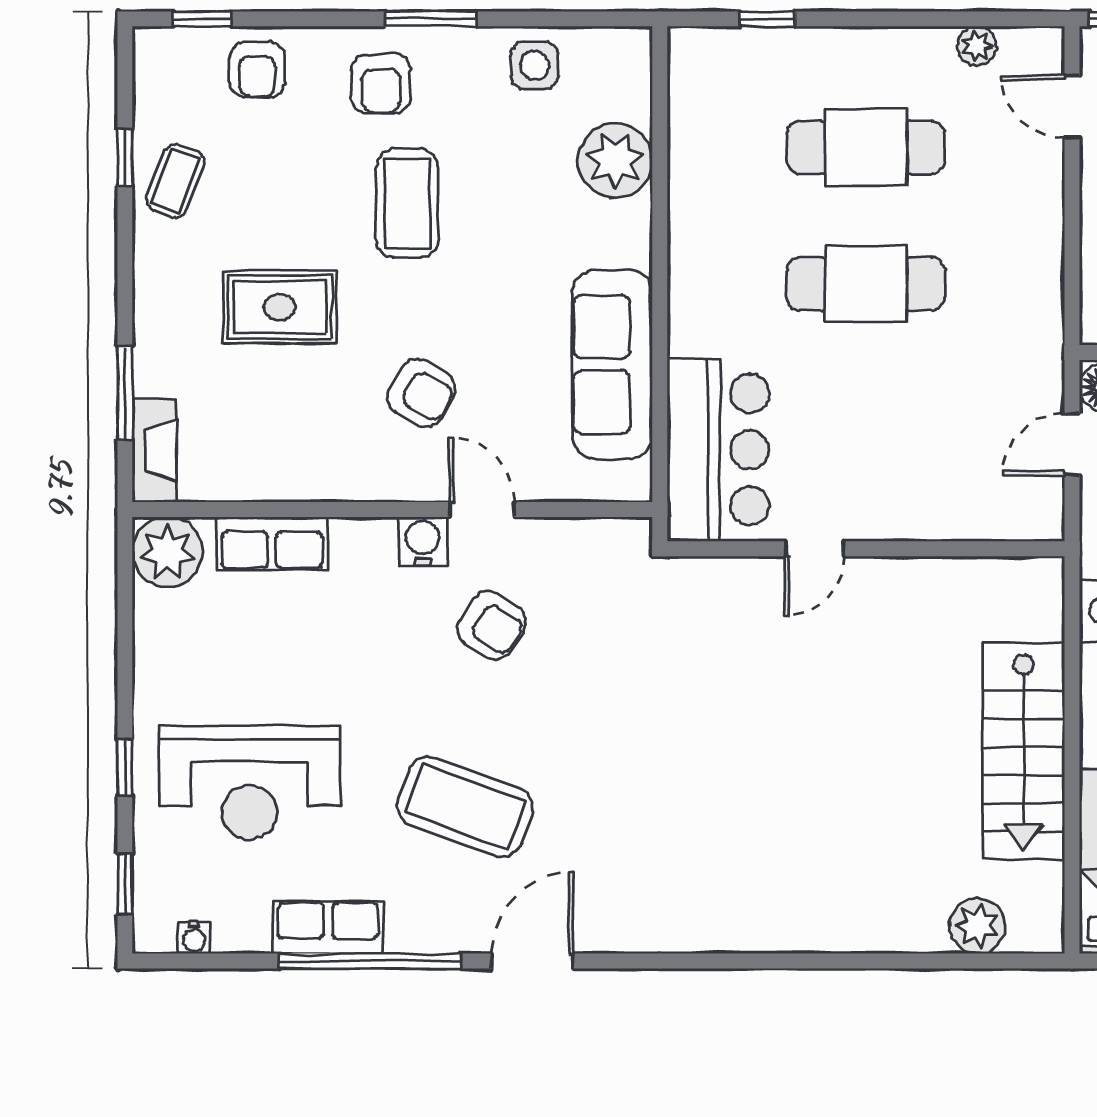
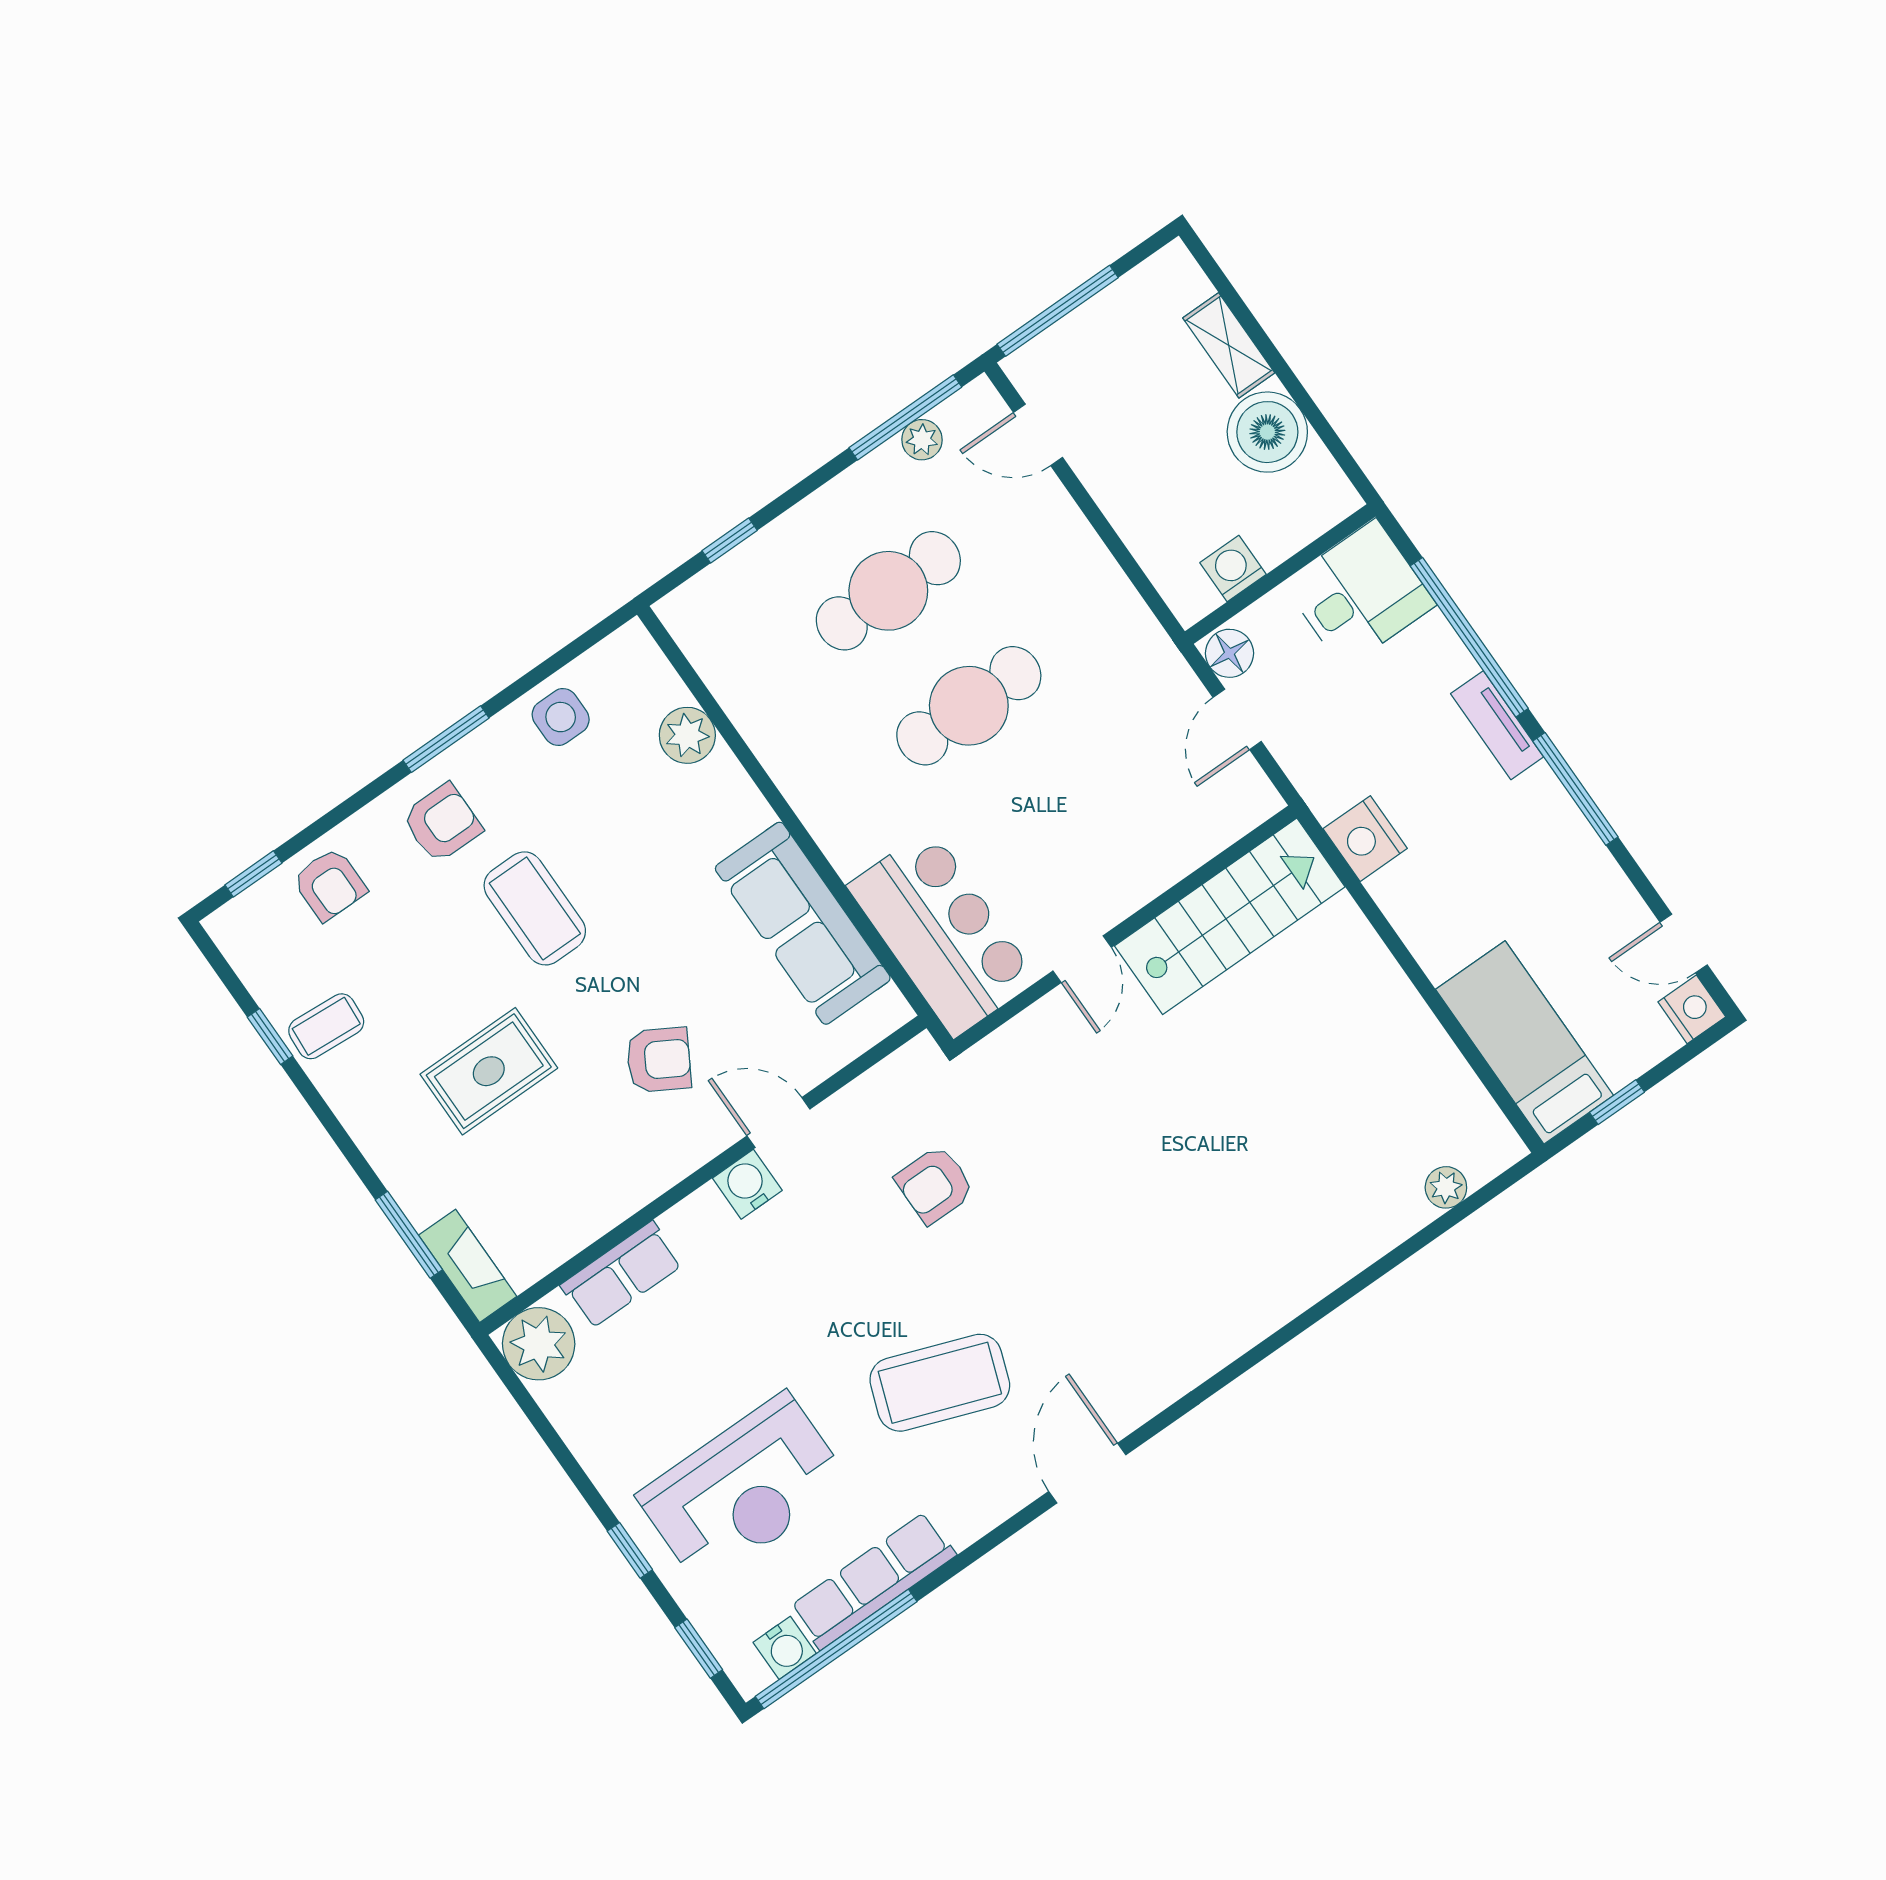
window: (976, 19) -> (905, 417), added
armchair: (381, 83) -> (442, 823), turned -90
plant: (615, 160) -> (687, 735), width x0.73, depth x0.73
coffee table: (175, 181) -> (326, 1026), turned 73
armchair: (491, 625) -> (935, 1185), moved, turned 147
stairs: (1024, 751) -> (1230, 916), moved, turned -90
plant: (977, 926) -> (1446, 1187), width x0.73, depth x0.73
row of seats: (328, 927) -> (873, 1581), width x1.48
water cooler: (194, 938) -> (785, 1648), width x1.38, depth x1.38
window: (370, 961) -> (836, 1649), moved

